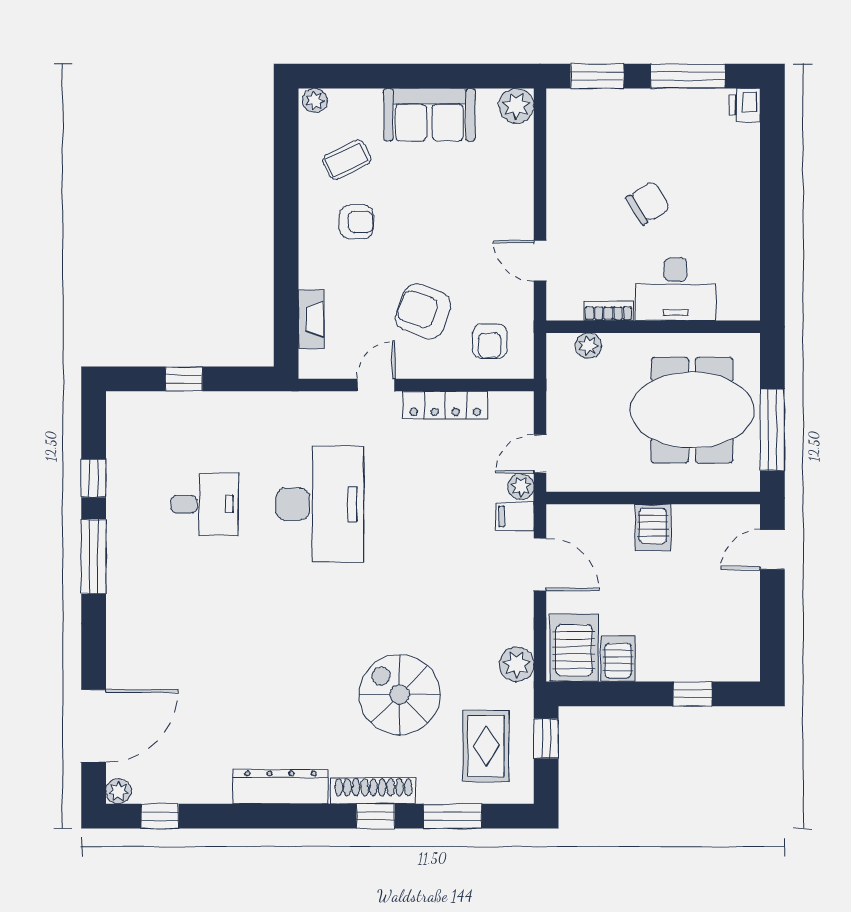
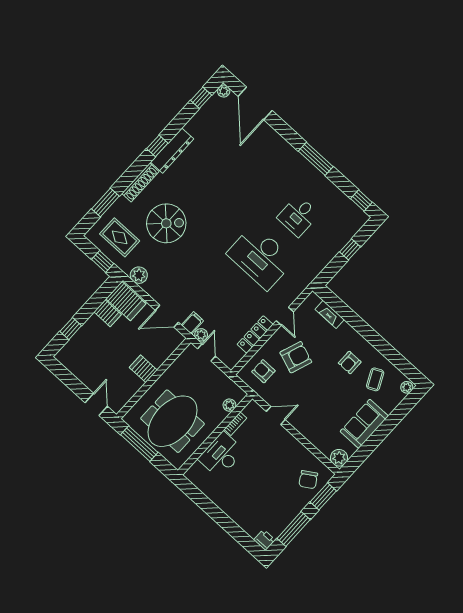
chair: (648, 203) -> (308, 480), moved
window: (94, 478) -> (361, 200), moved
window: (376, 816) -> (157, 146), moved

